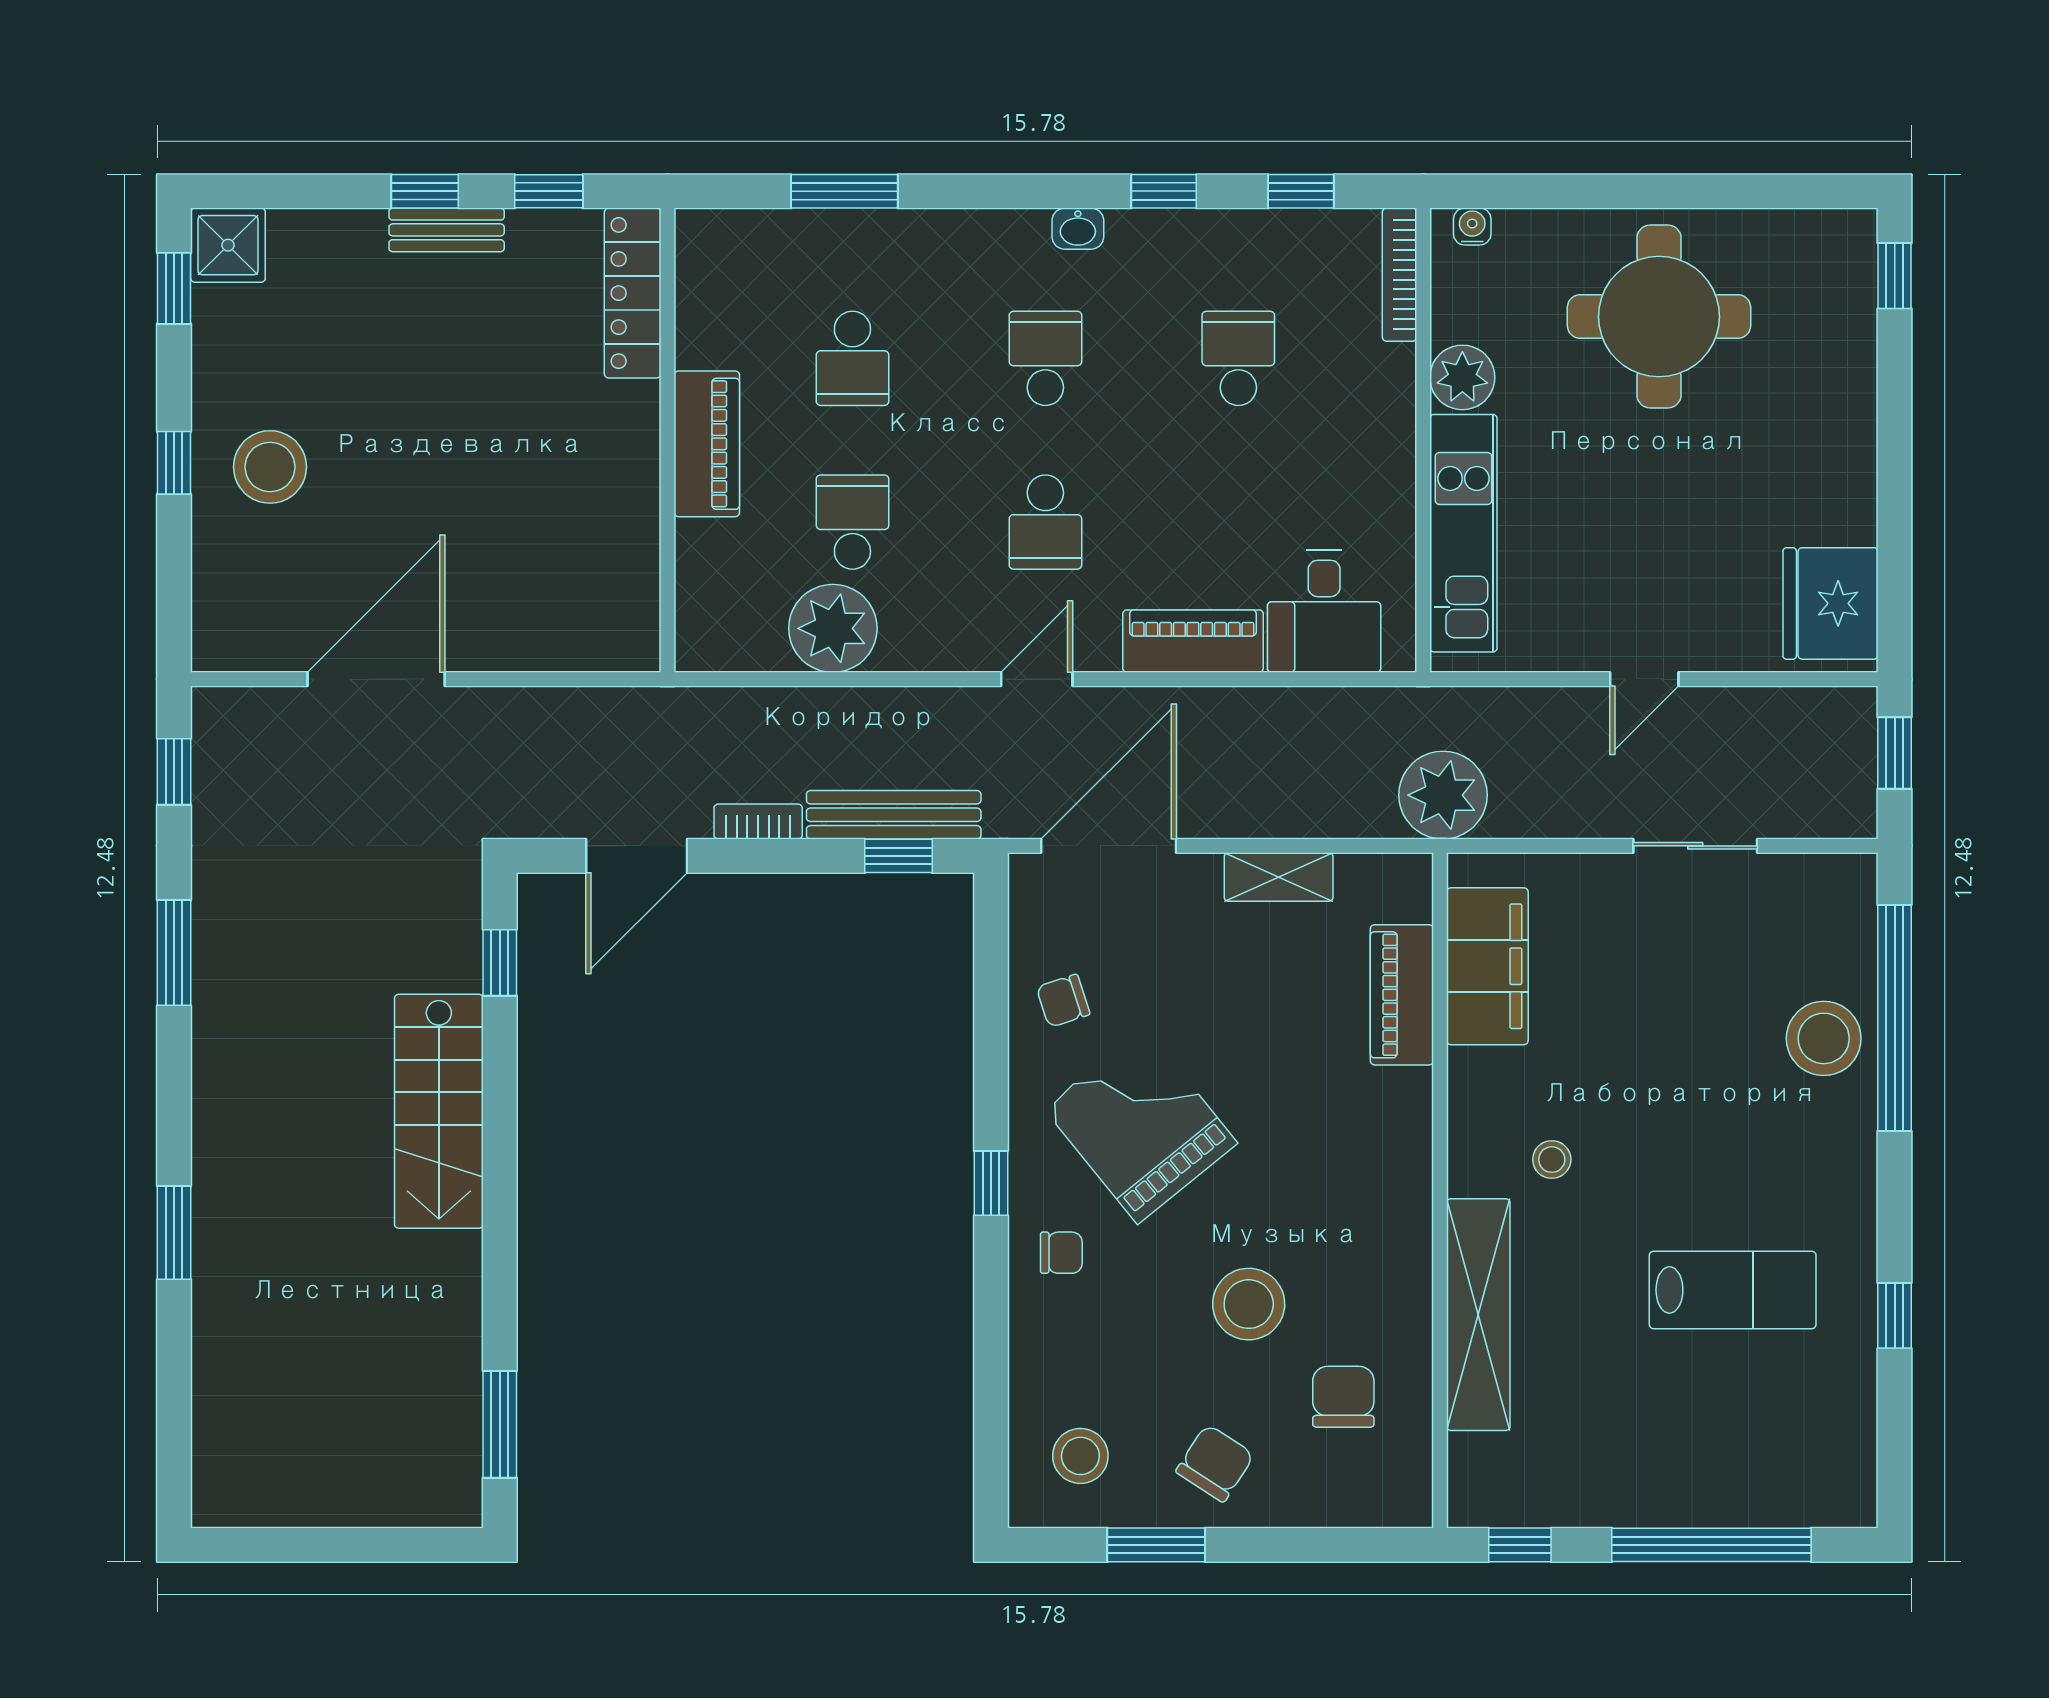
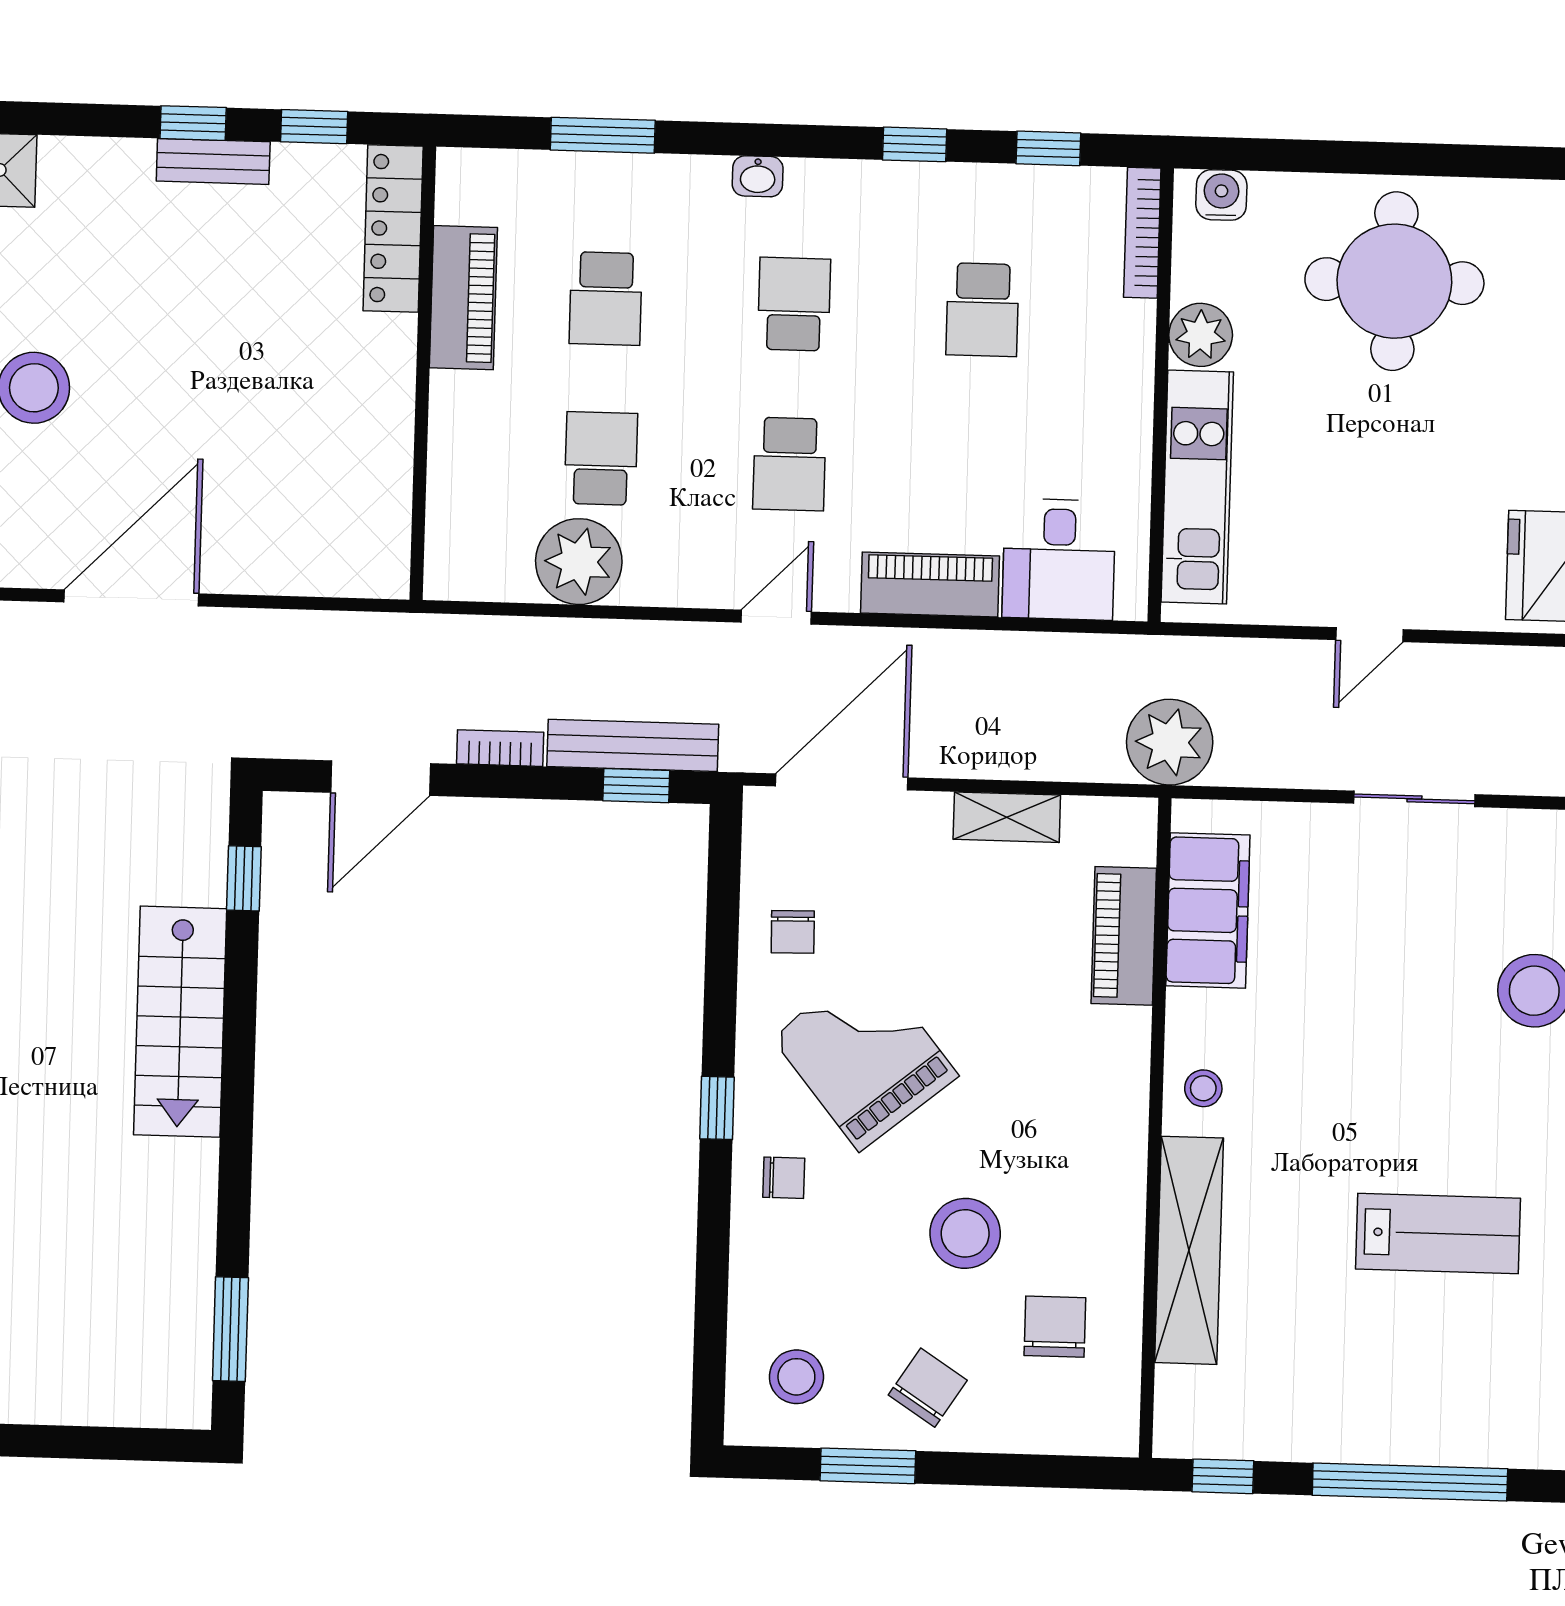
water cooler: (1472, 226) -> (1221, 195), width x1.38, depth x1.38
washbasin: (1078, 229) -> (758, 176), moved
school desk: (1238, 358) -> (982, 310), turned 180
piano: (707, 444) -> (463, 298), moved
chair: (1063, 1001) -> (793, 932), turned -73
stool: (1552, 1160) -> (1203, 1088), moved

